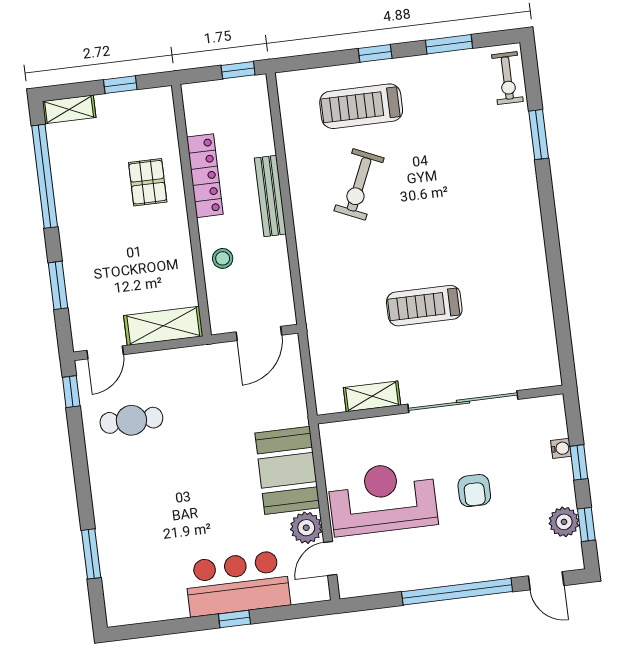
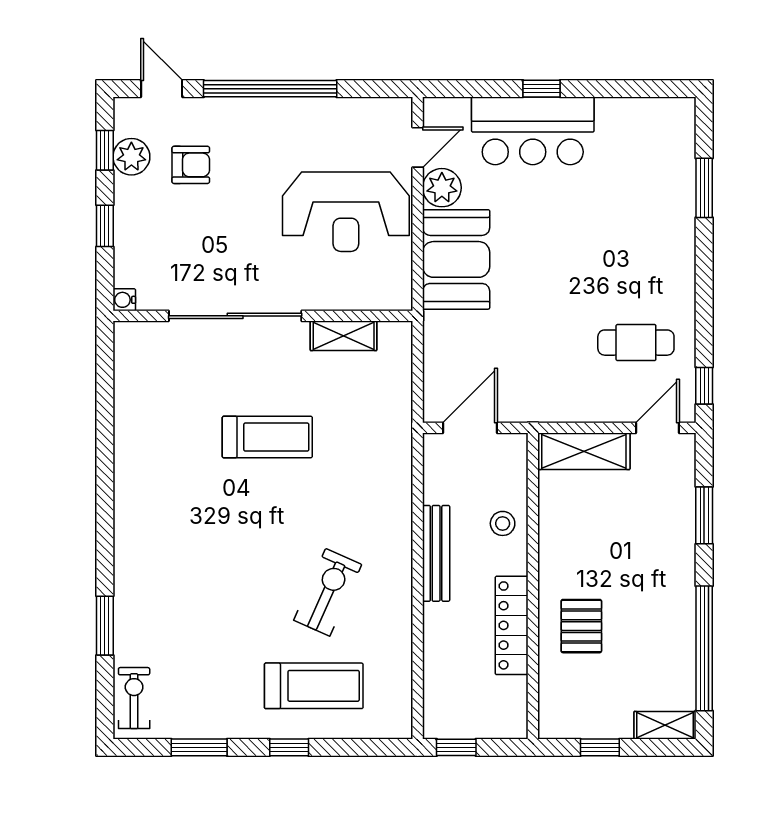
bench: (270, 196) -> (436, 553), moved
water cooler: (561, 448) -> (124, 300), moved
armchair: (474, 491) -> (191, 165), moved, turned 90

